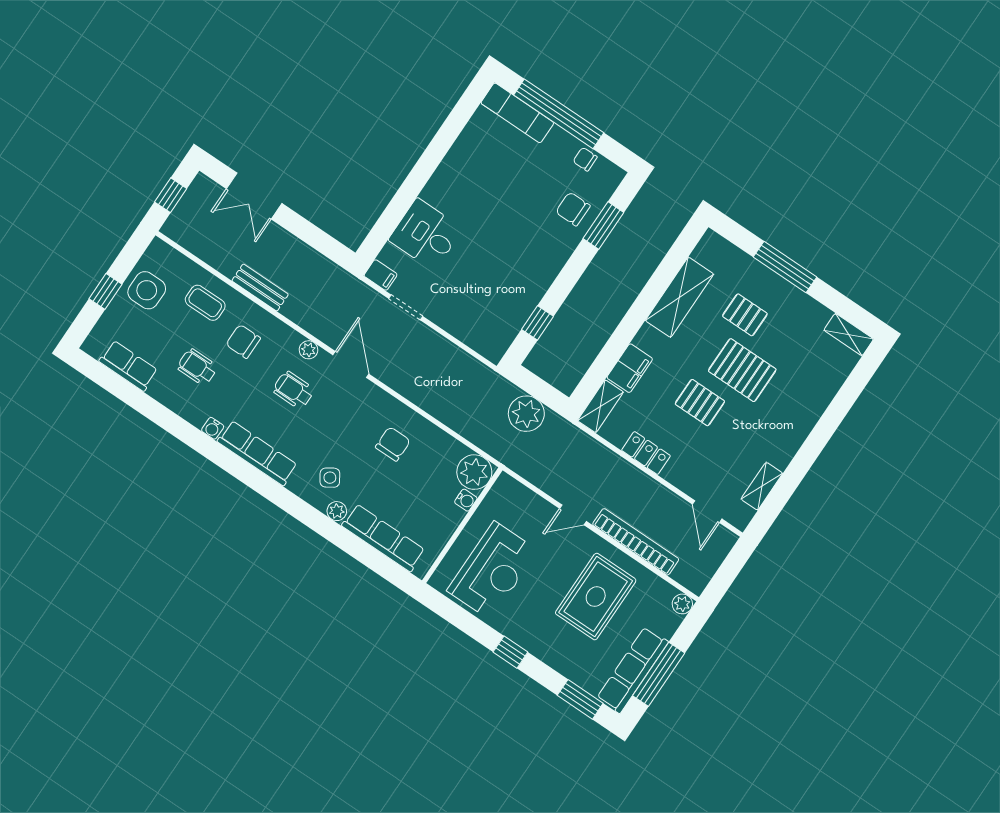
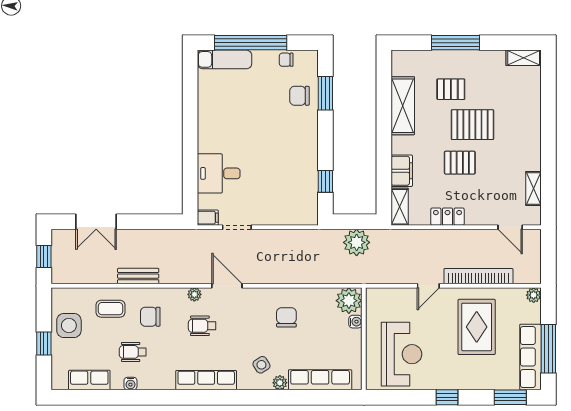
water cooler: (213, 428) -> (130, 384), moved

